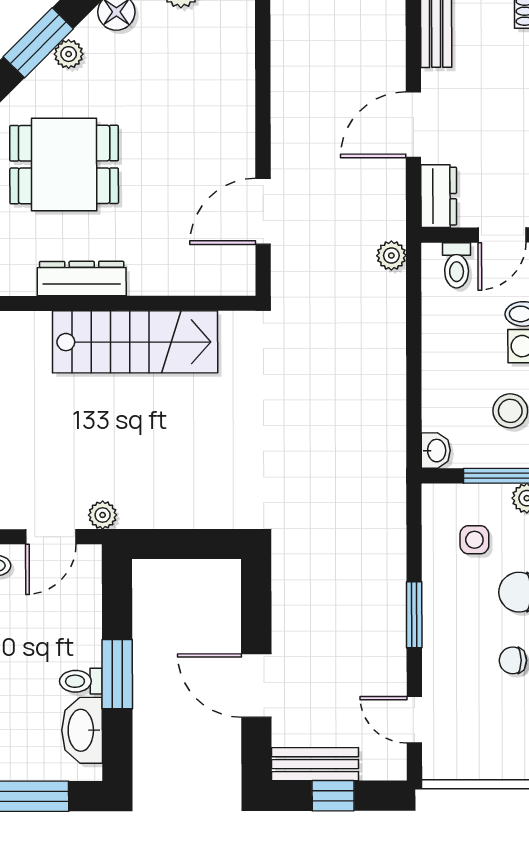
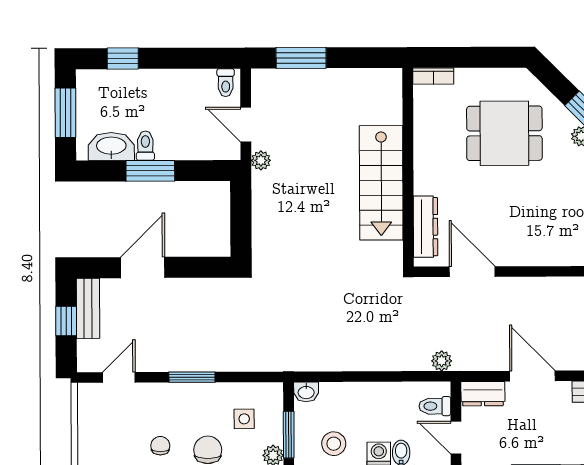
dining table: (64, 164) -> (504, 133), turned 90
dresser: (82, 279) -> (425, 227), moved

